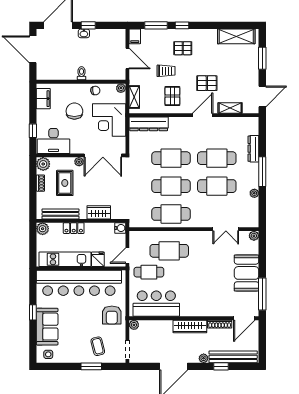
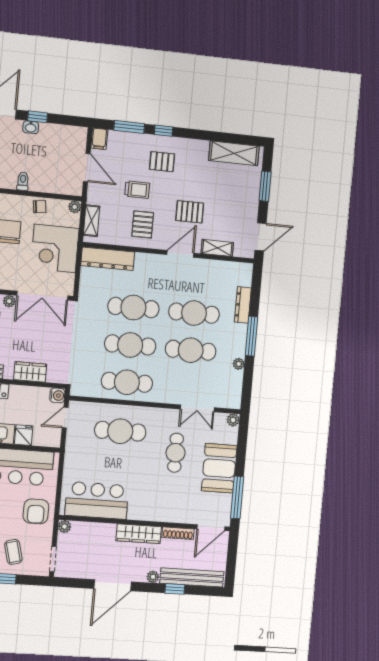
door: (127, 256) -> (65, 418), moved
cafe table: (149, 272) -> (175, 453), moved, turned 90

